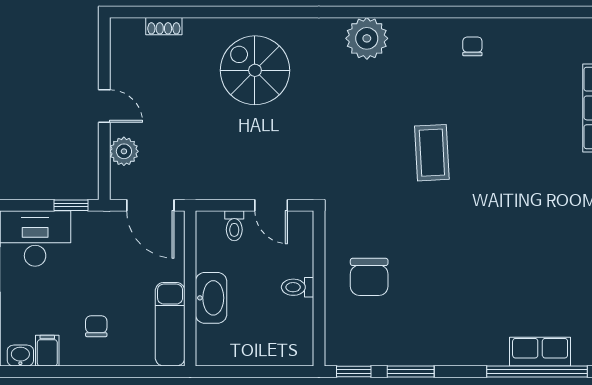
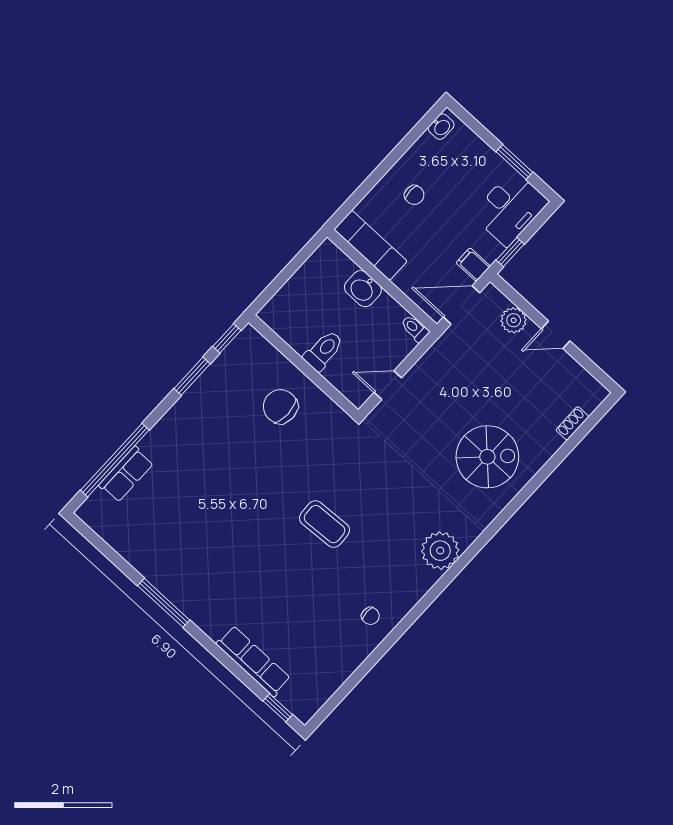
toilet: (234, 226) -> (415, 329), moved
toilet: (298, 287) -> (323, 351), width x1.37, depth x1.39
washbasin: (211, 298) -> (363, 289), width x0.72
filing cabinet: (47, 351) -> (473, 265), moved, turned 180

